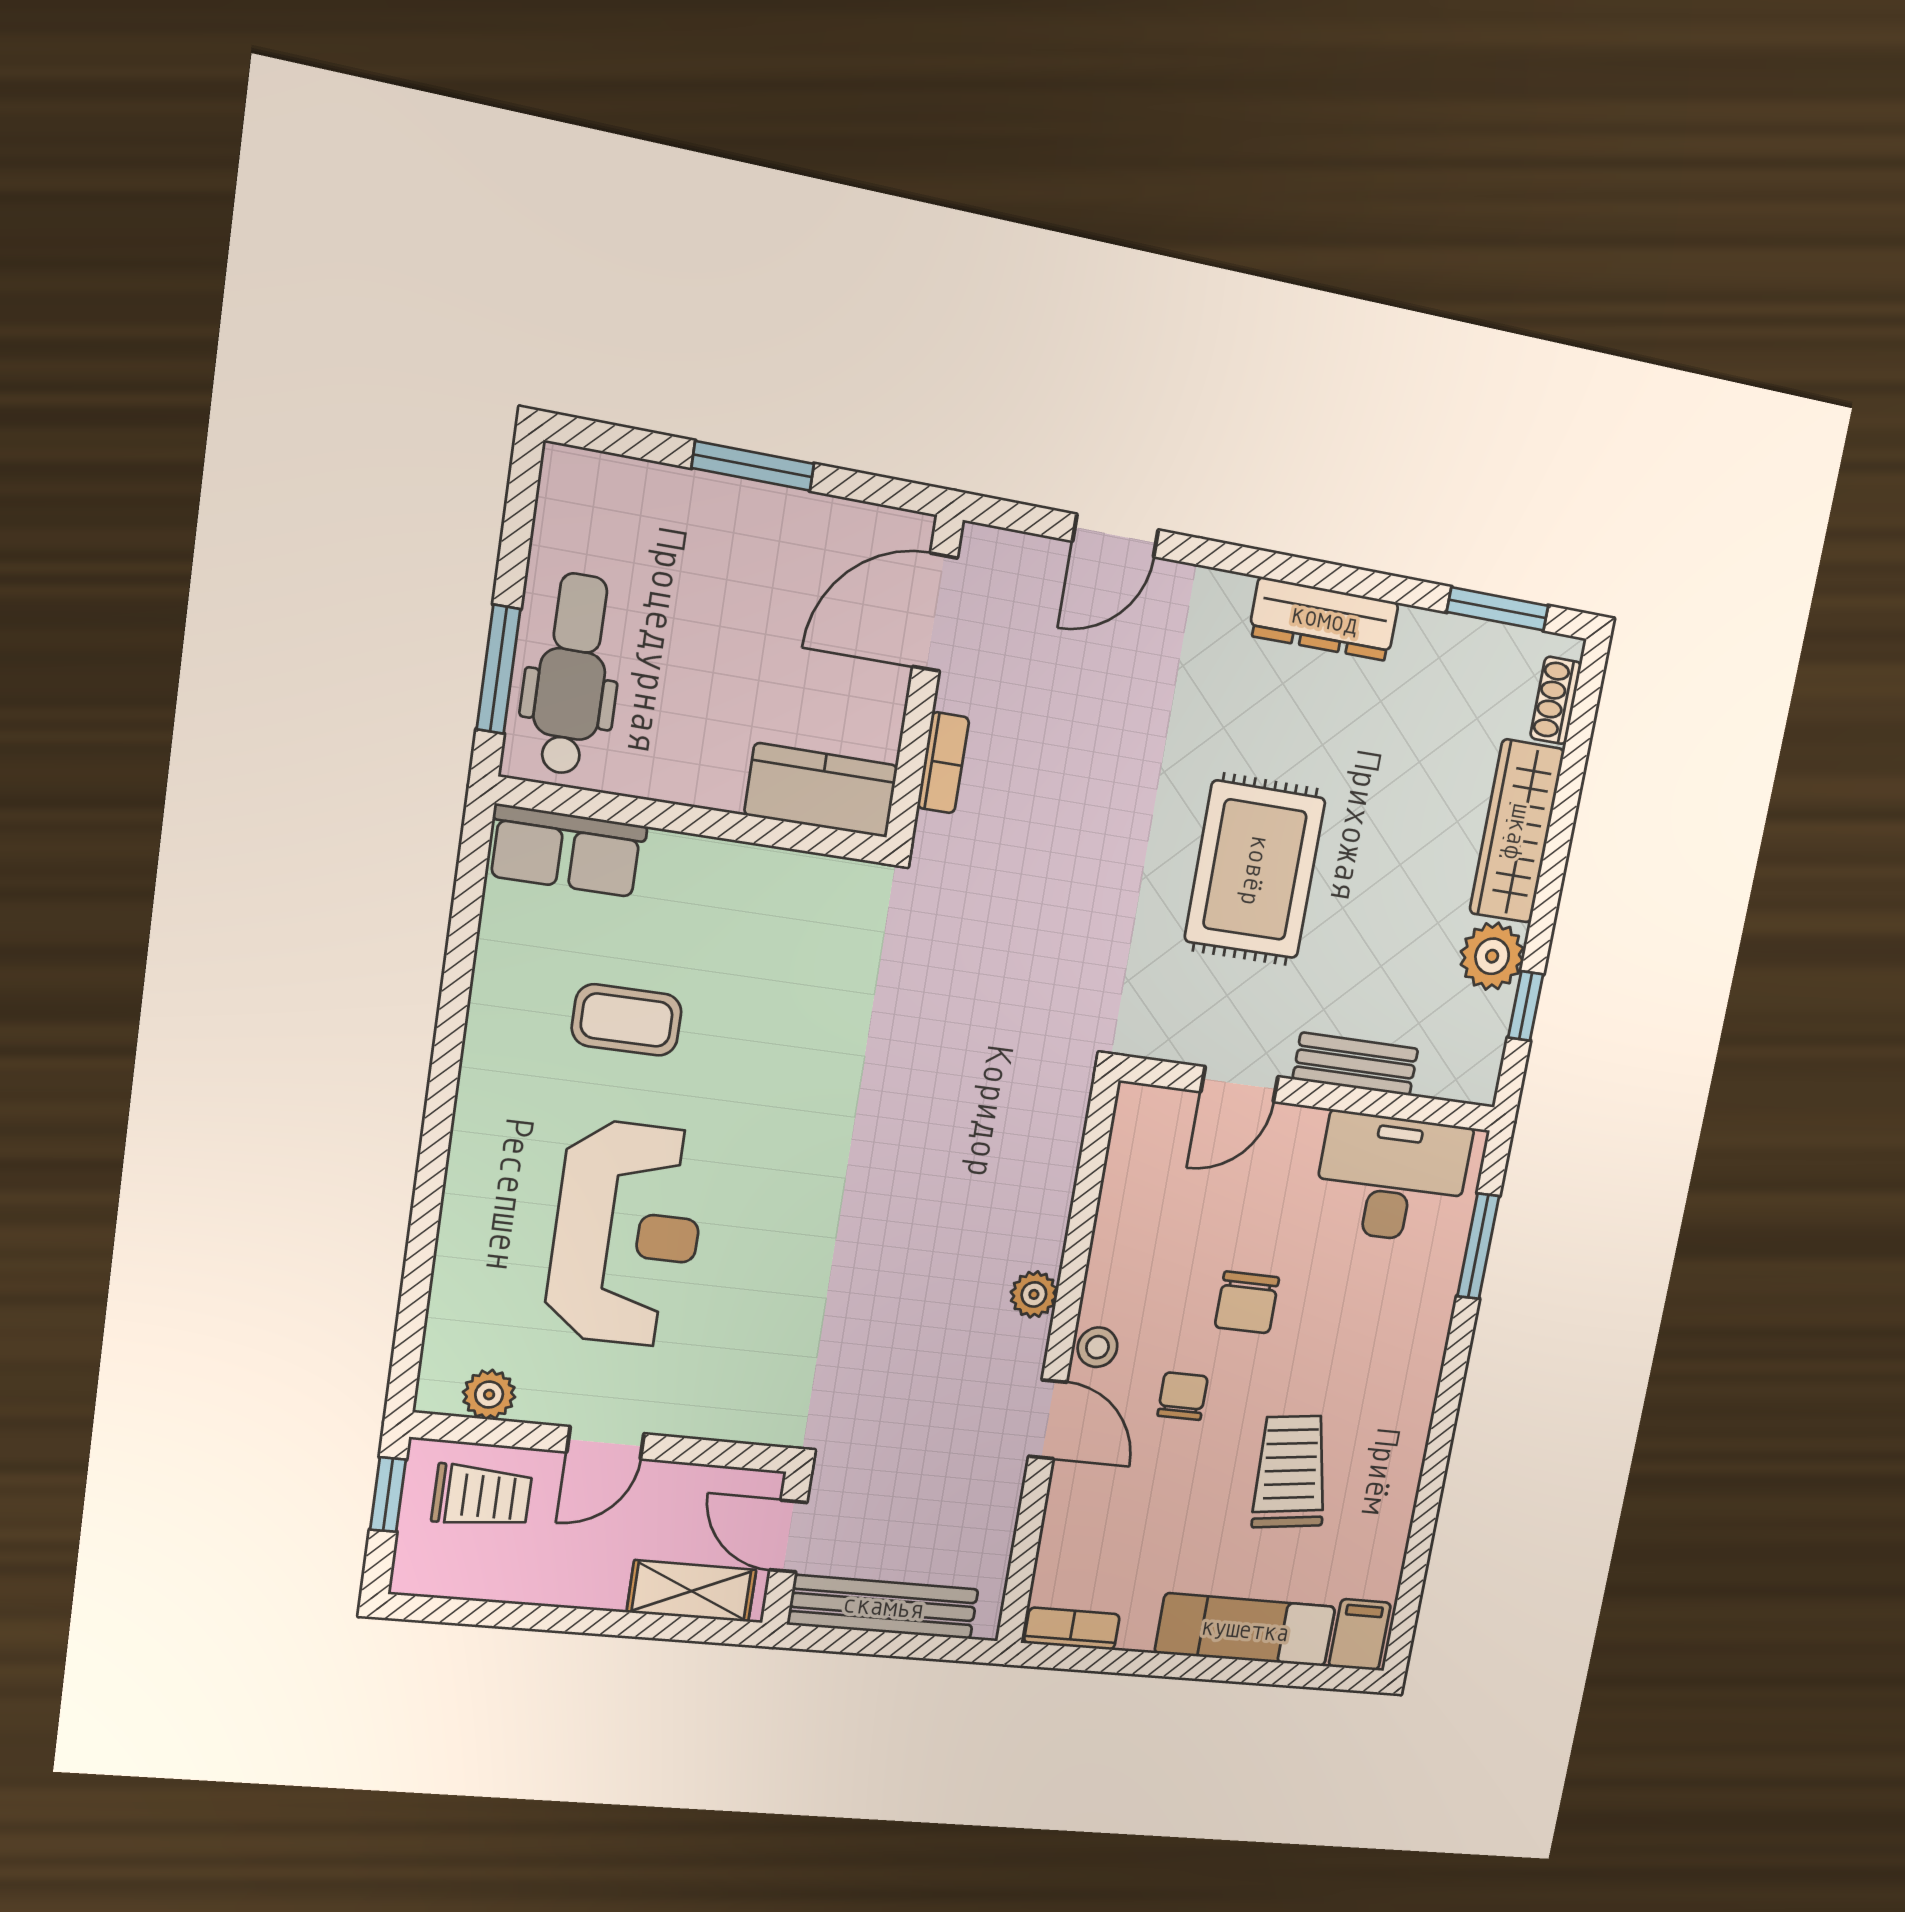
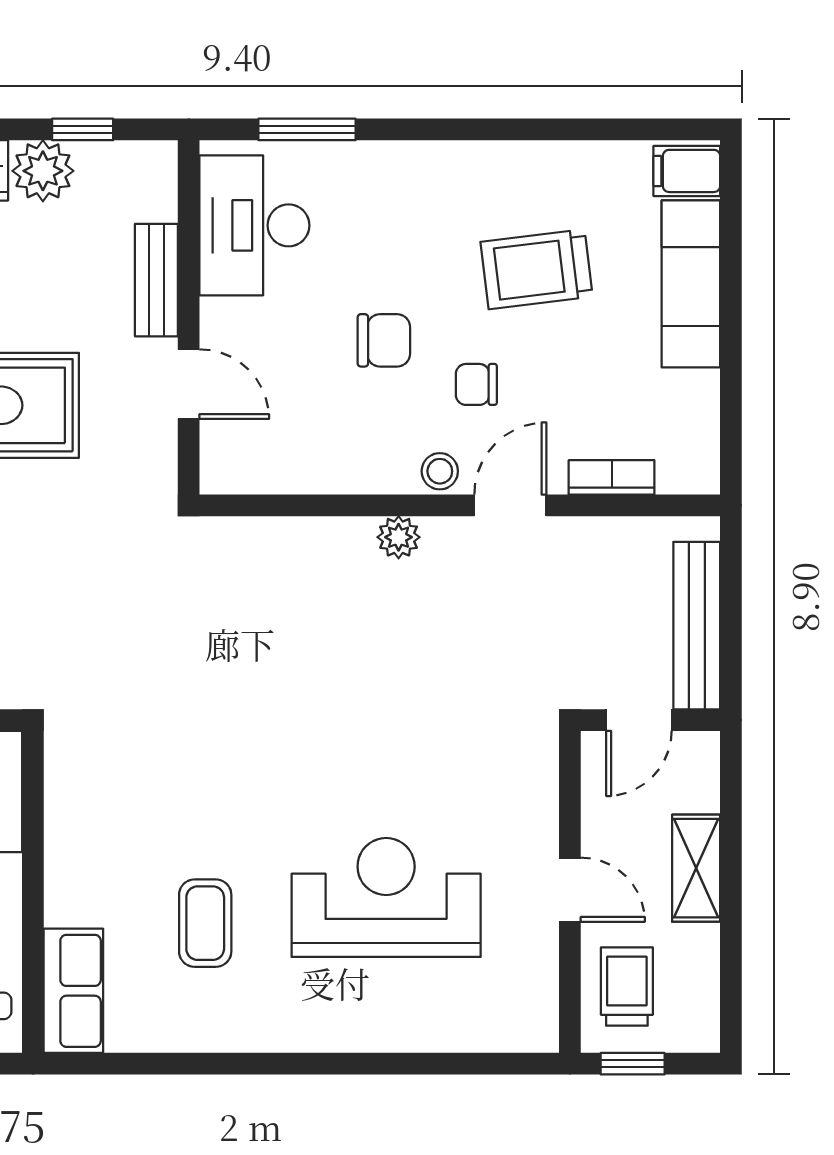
plant: (489, 1395) -> (537, 992), removed
shelving: (692, 1591) -> (696, 868), moved
bookcase: (1072, 1629) -> (612, 477), moved, turned 90

